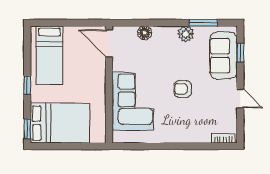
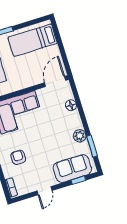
armchair: (183, 89) -> (18, 157), moved

